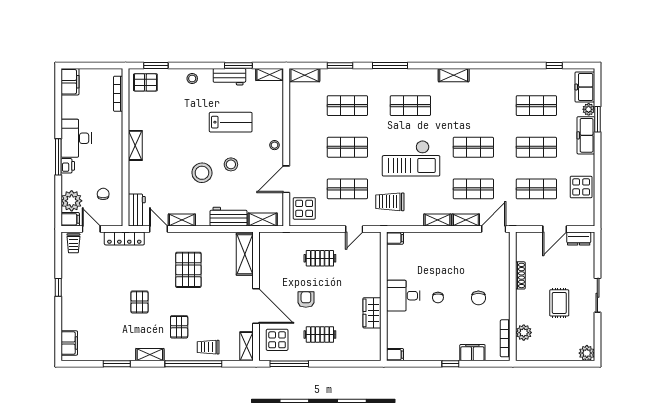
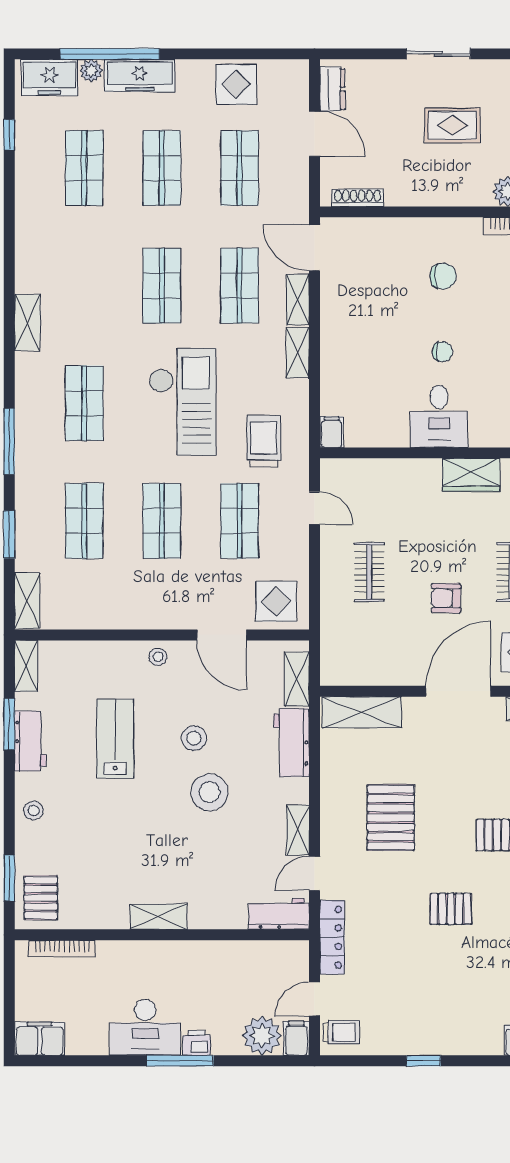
window: (597, 119) -> (110, 54), width x2.11
chair: (103, 194) -> (249, 977), removed
trolley: (390, 202) -> (264, 441), turned 180
pallet: (188, 270) -> (391, 818), turned 90
shoe rack: (520, 275) -> (358, 198), moved

